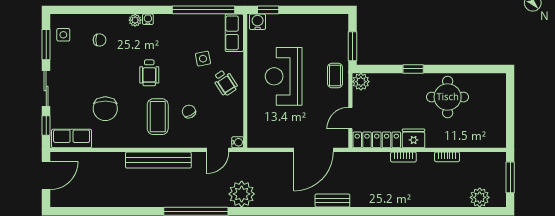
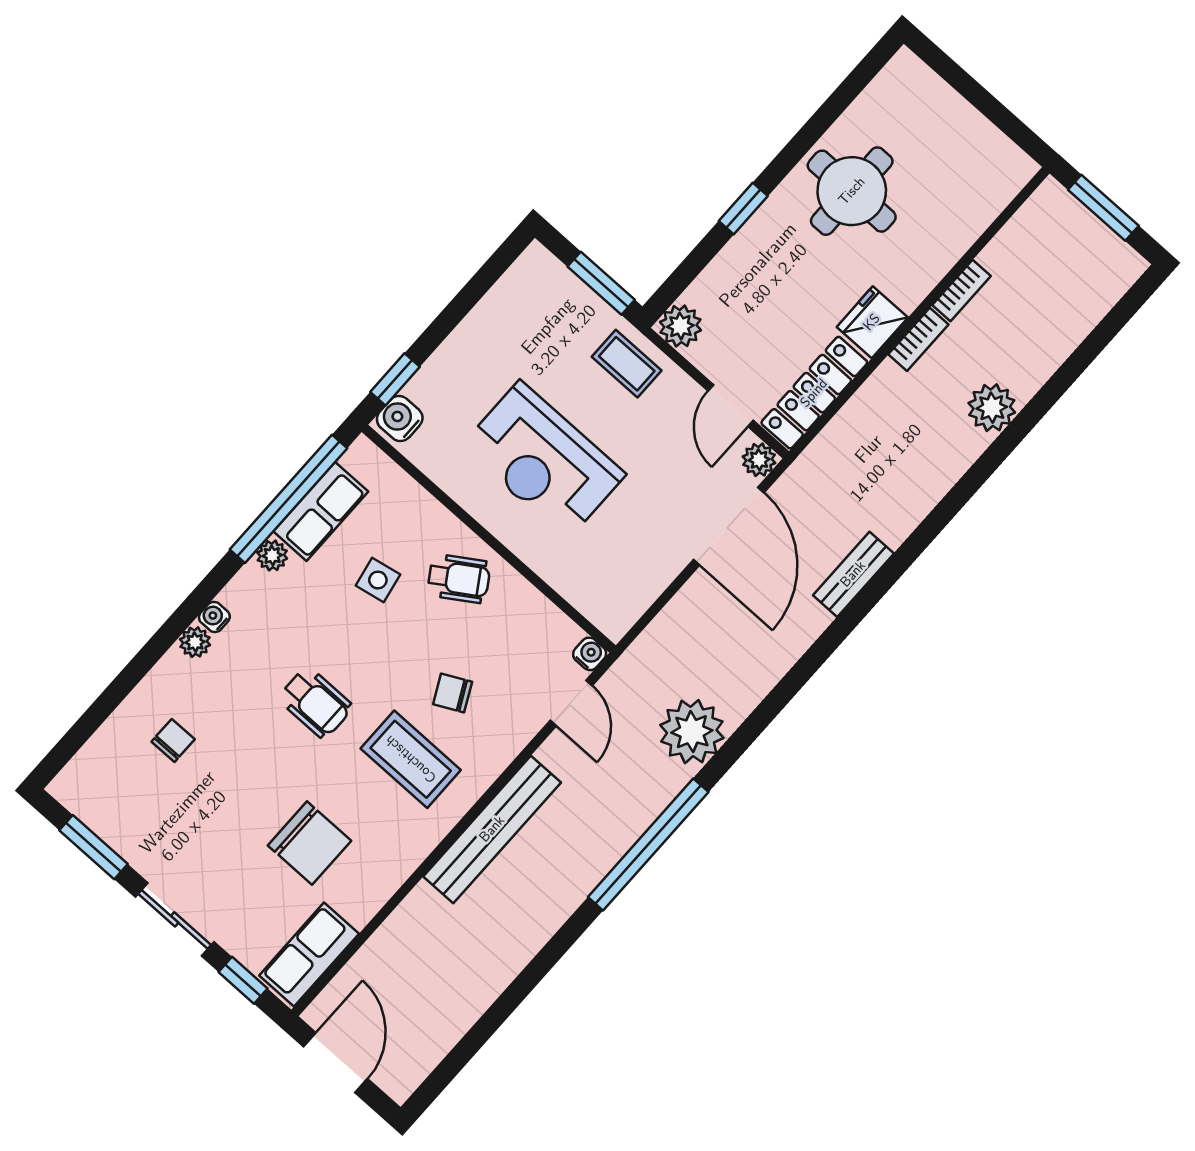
plant: (182, 20) -> (272, 556), added
row of seats: (234, 33) -> (321, 511), moved, turned -90
side table: (63, 35) -> (104, 799), removed
plant: (342, 141) -> (759, 460), added
bookcase: (403, 157) -> (918, 339), moved
plant: (480, 197) -> (992, 408), moved

